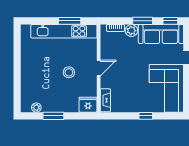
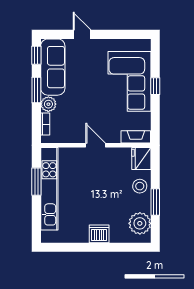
dishwasher: (28, 71) -> (99, 234), added
stool: (69, 72) -> (140, 186), moved
corner sofa: (166, 88) -> (130, 81), moved, turned 90
plant: (36, 108) -> (140, 223), width x1.88, depth x1.88

